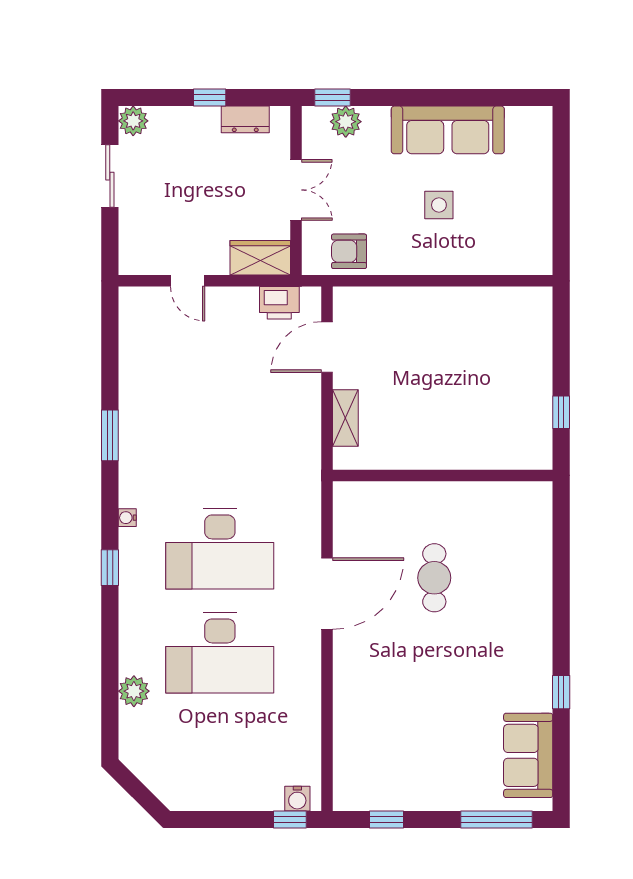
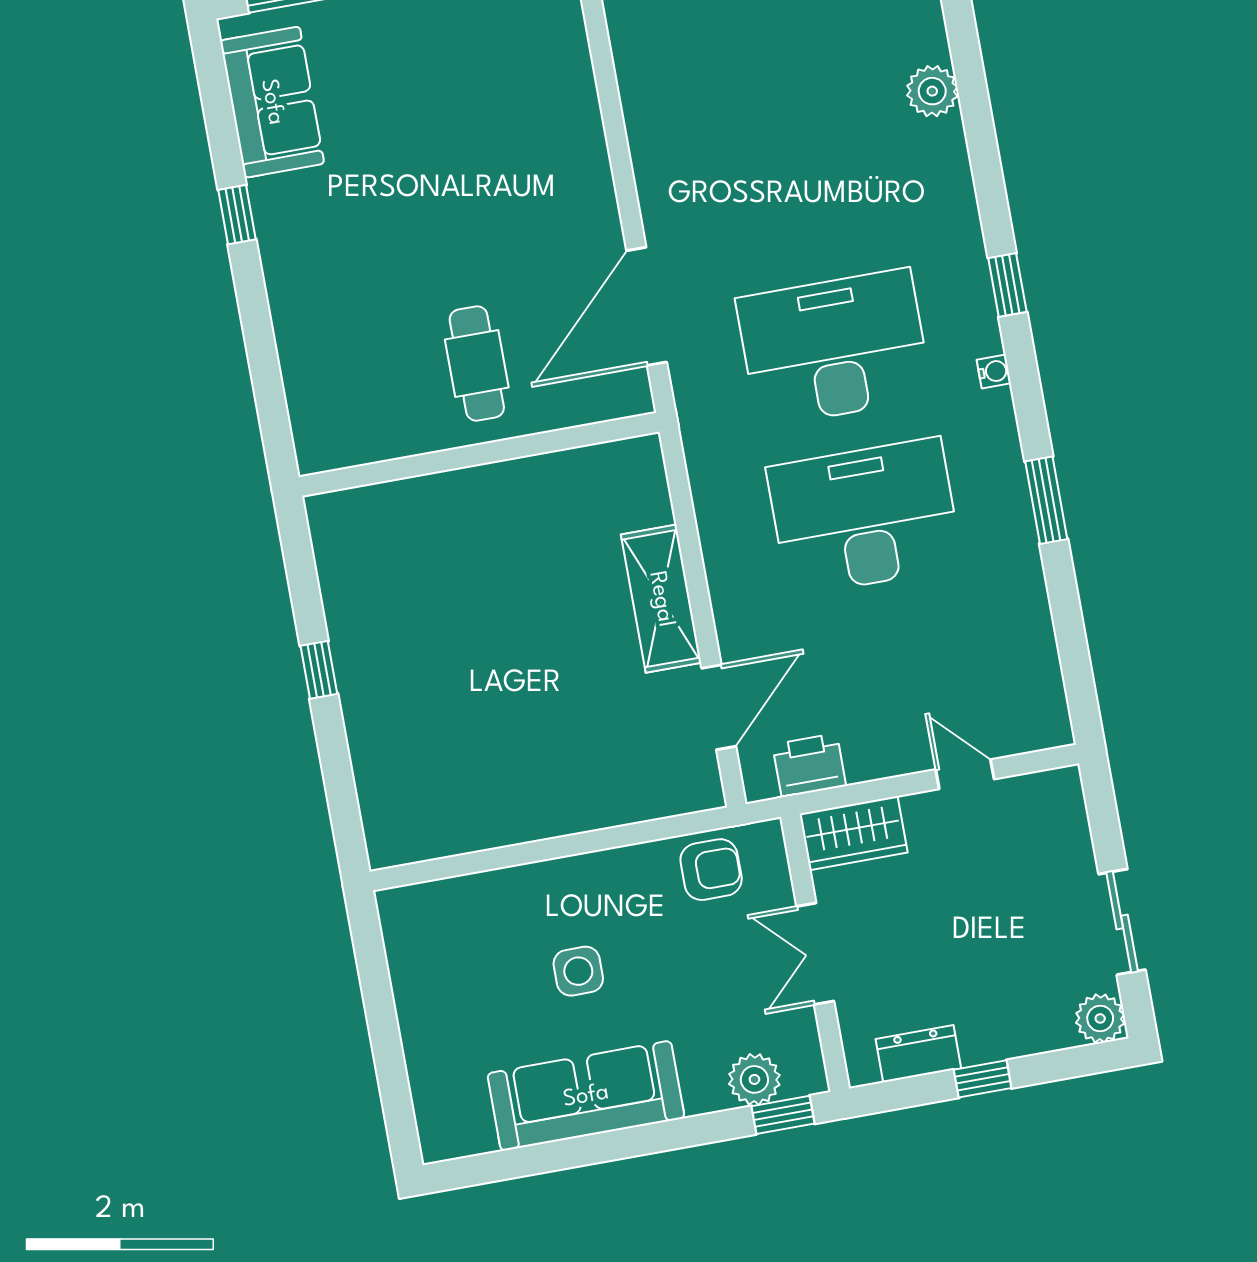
shelving: (345, 418) -> (661, 599), width x1.50, depth x1.33
wall: (443, 475) -> (479, 454), moved
desk: (220, 653) -> (864, 517), moved

